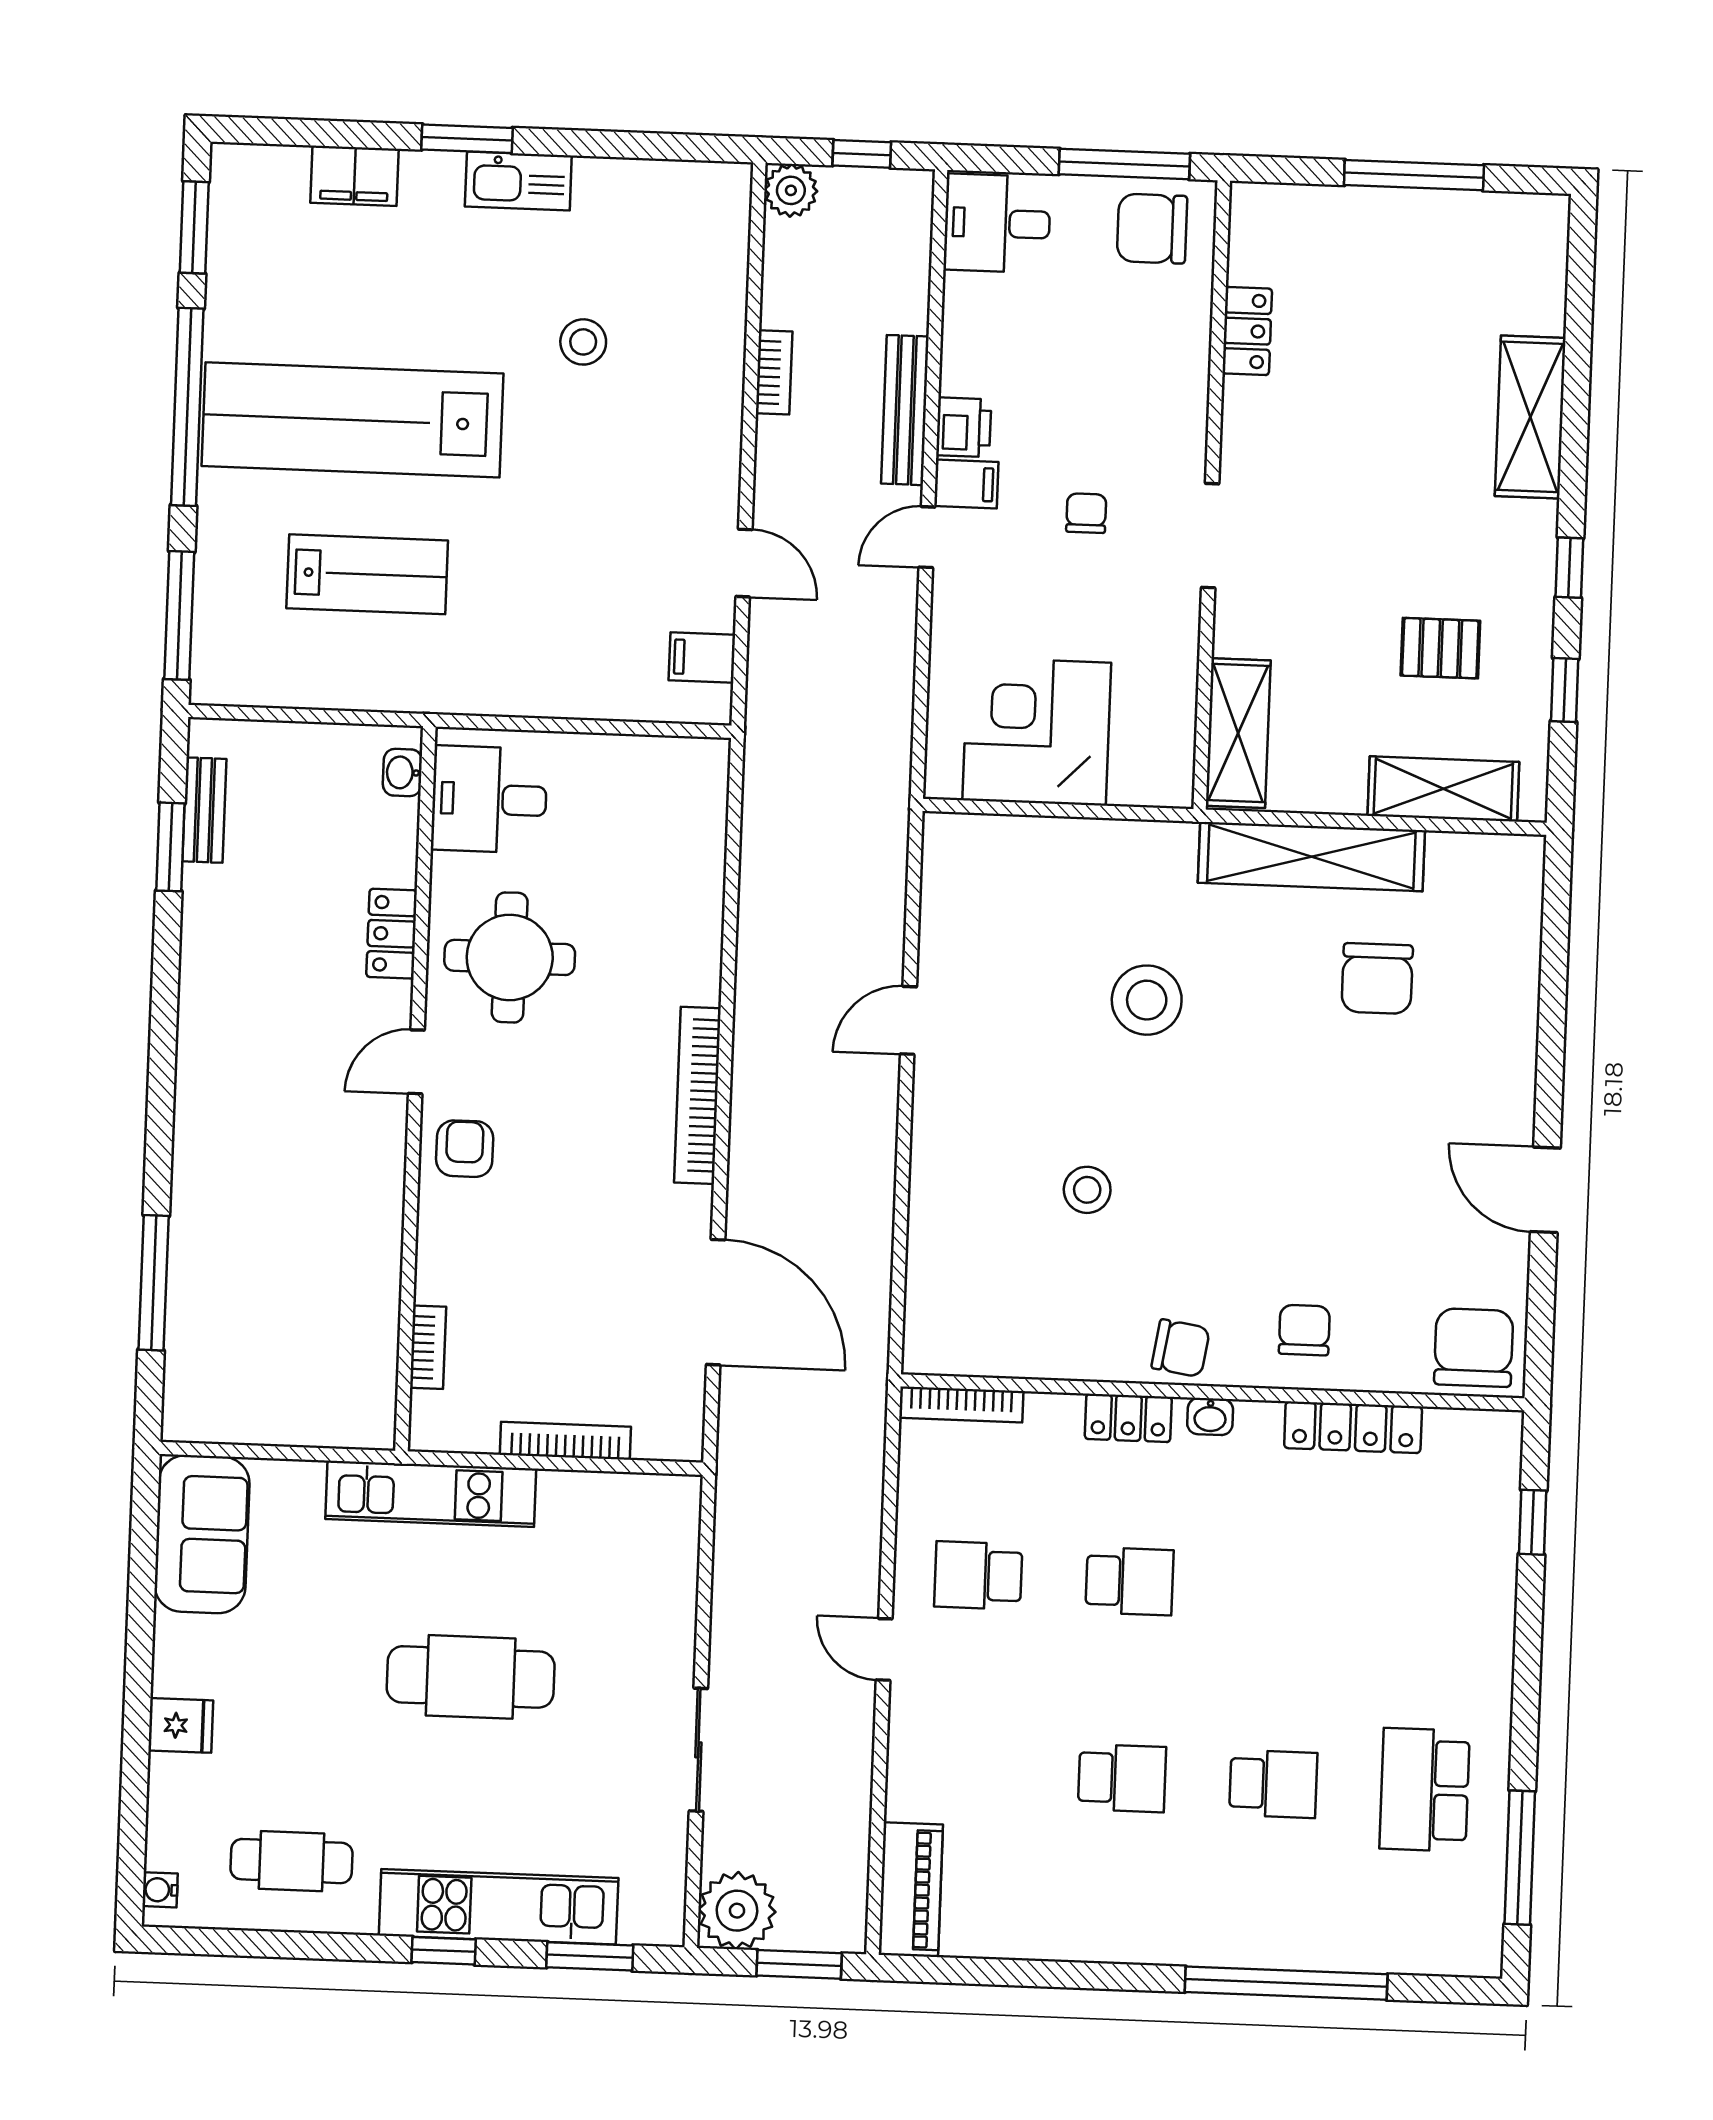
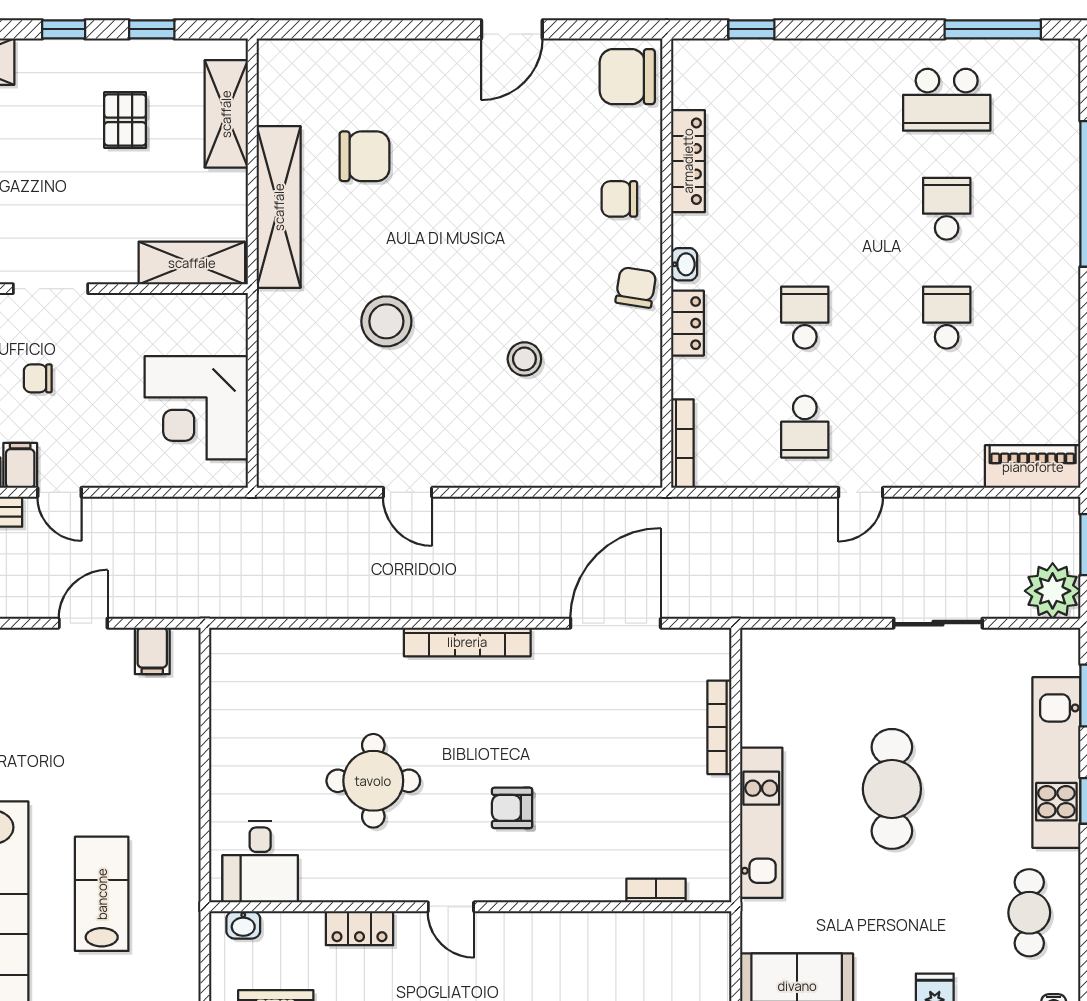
washbasin: (402, 772) -> (243, 925), moved
desk: (489, 799) -> (260, 862), moved
locker: (392, 934) -> (359, 928), moved
door: (416, 1062) -> (451, 907), moved
wall: (415, 1089) -> (470, 907), moved
bookcase: (428, 1347) -> (656, 891), moved

